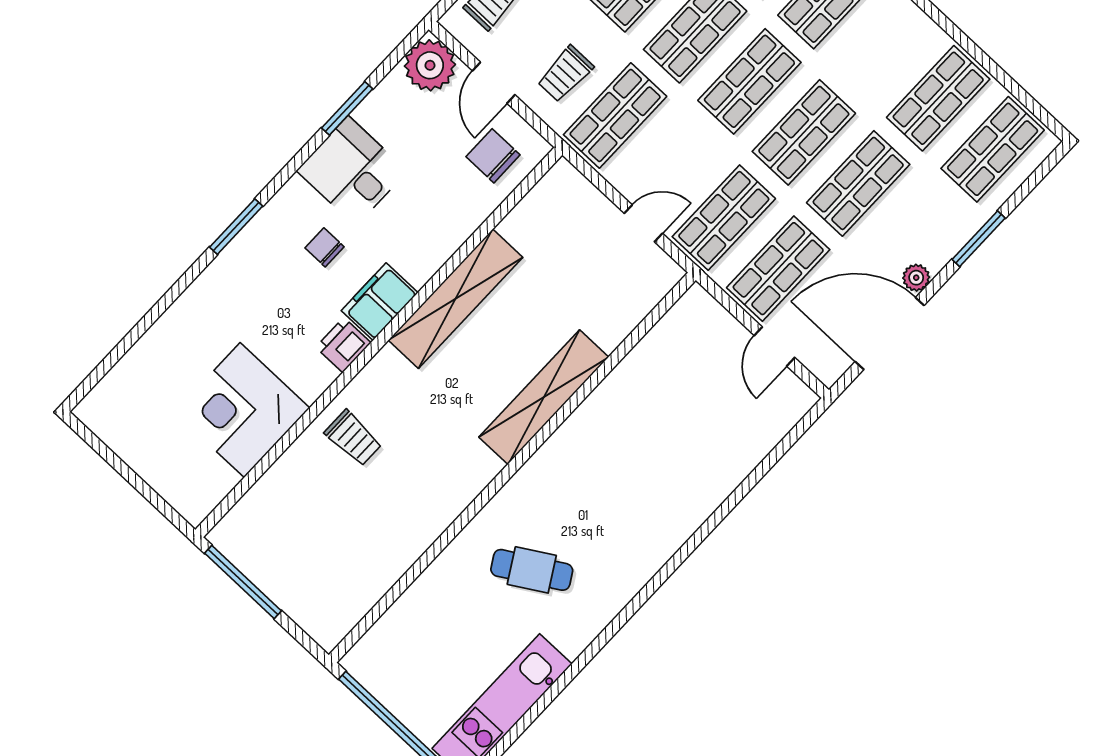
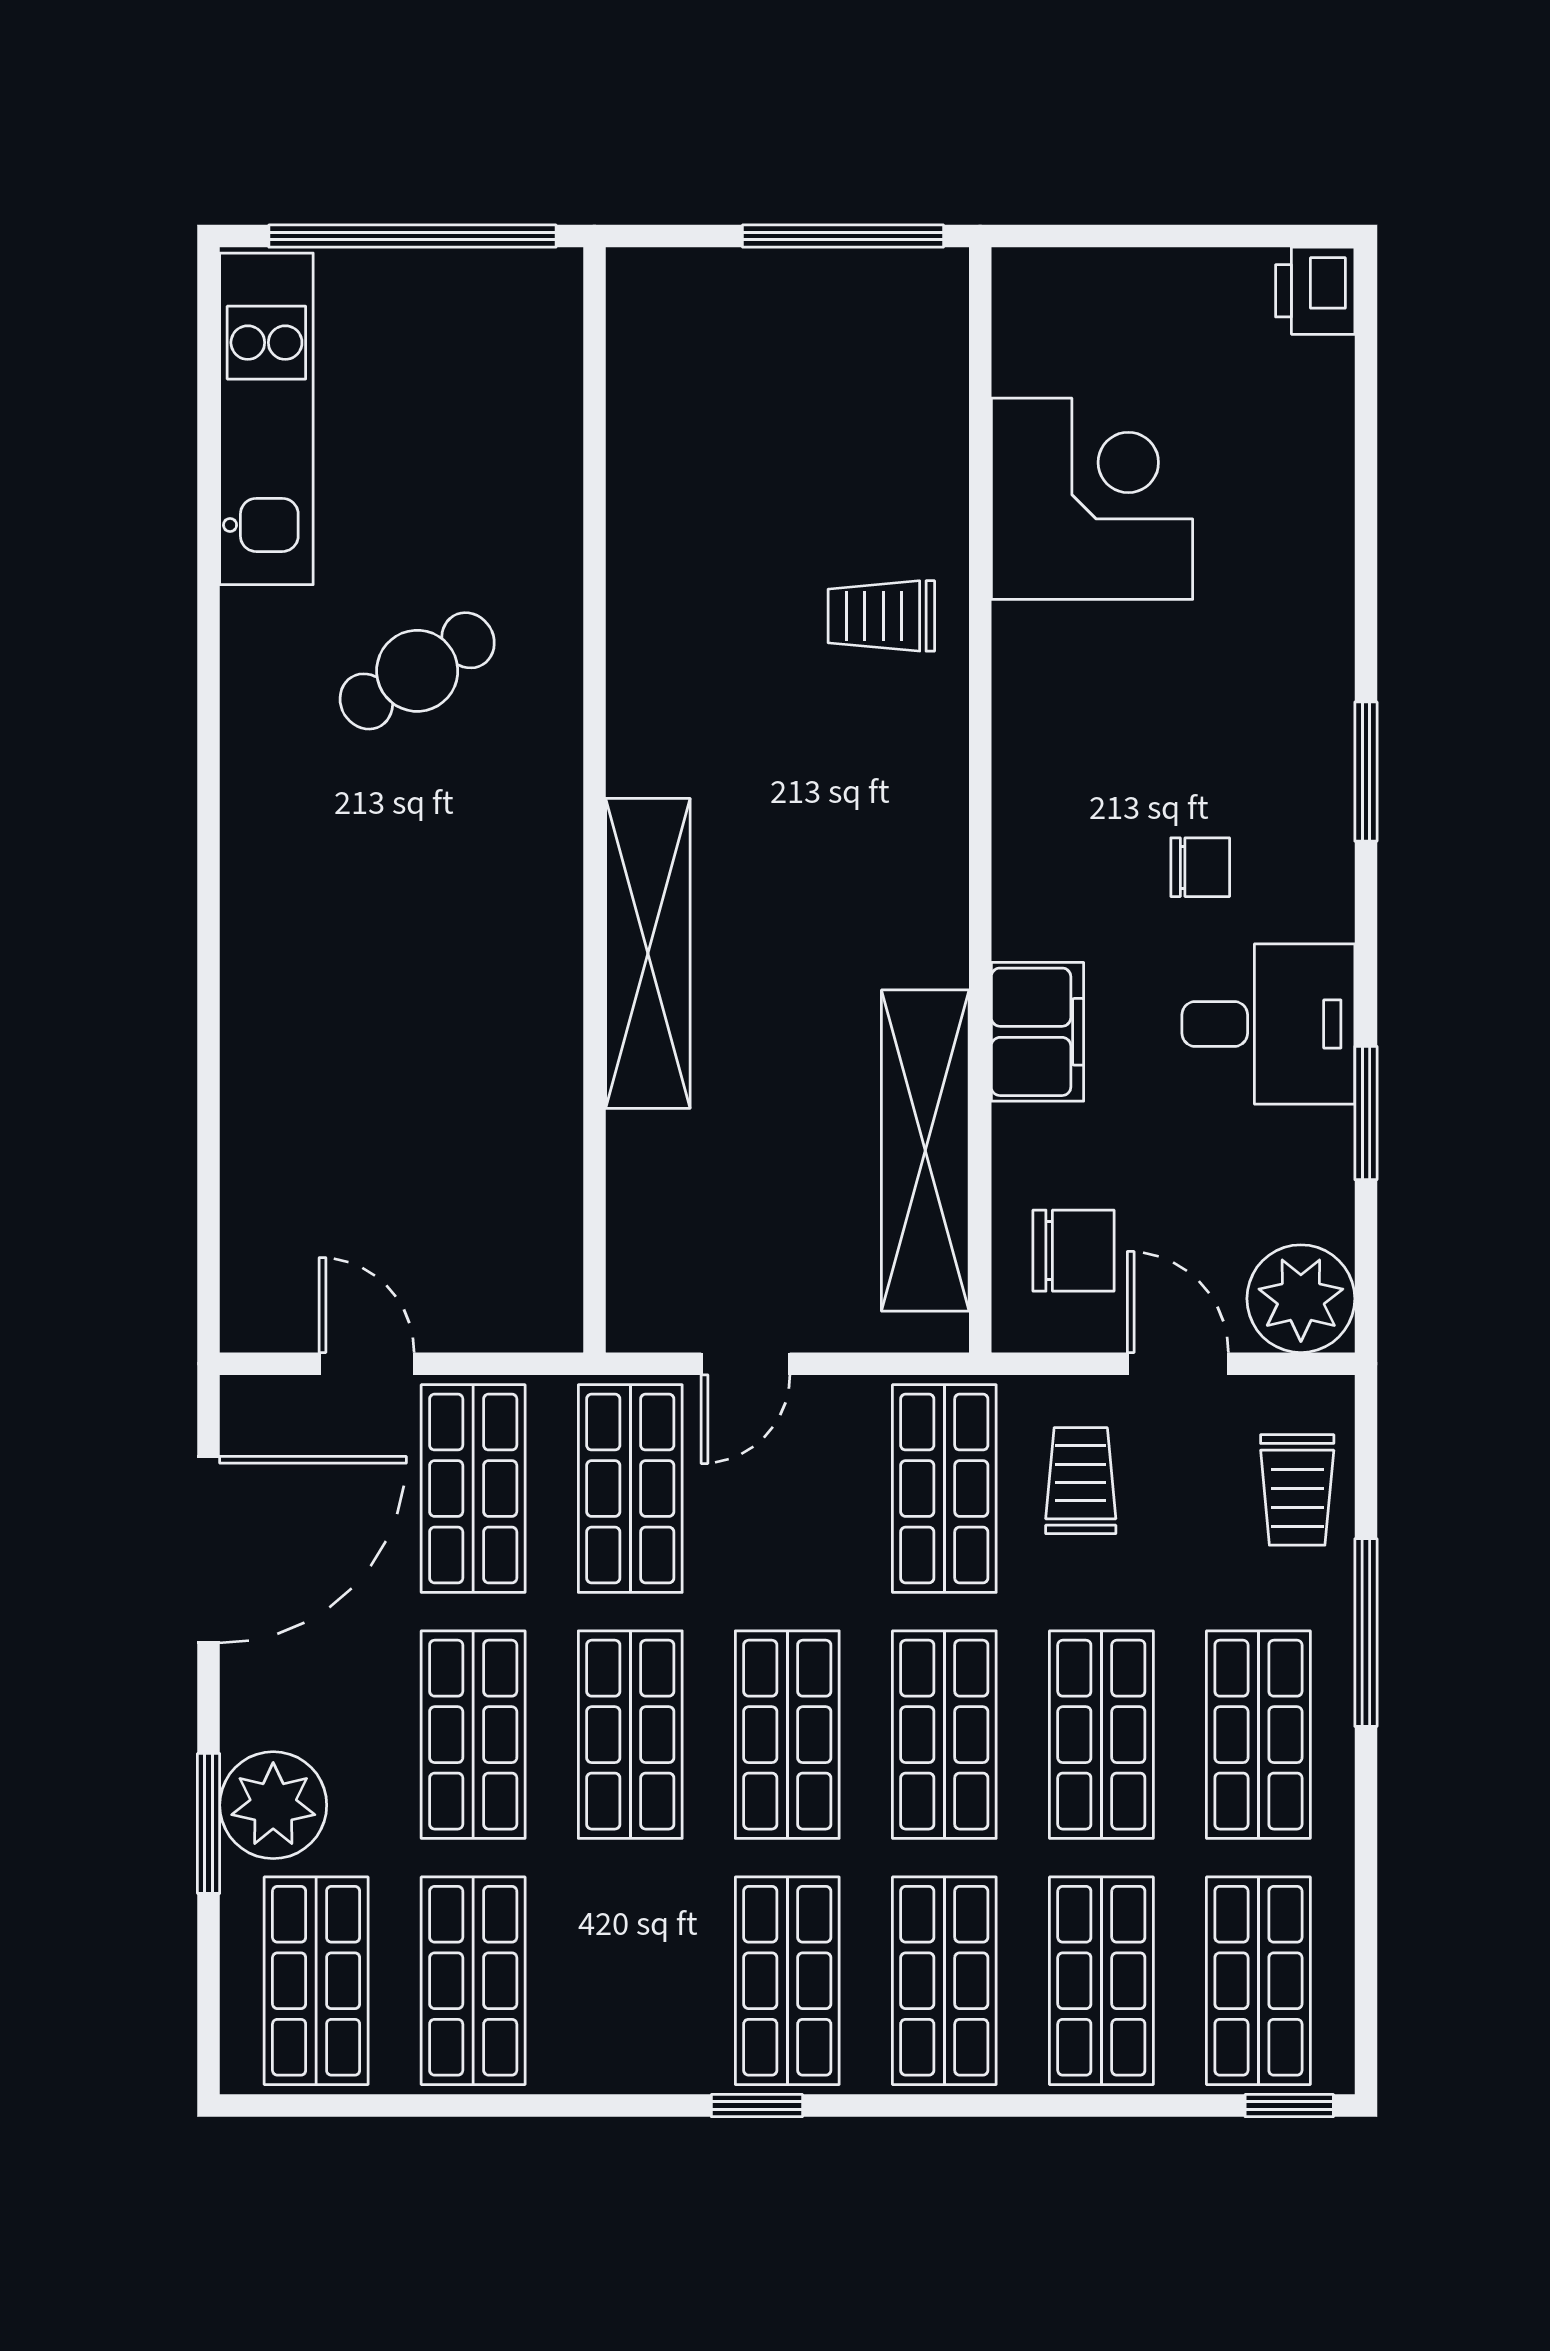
plant: (916, 278) -> (273, 1805), moved, width x1.87, depth x1.87
shelving: (456, 299) -> (925, 1151), moved
filing cabinet: (380, 302) -> (1037, 1032), moved
printer: (343, 345) -> (1315, 291), moved, turned 180

